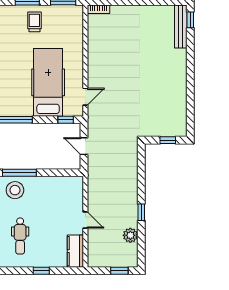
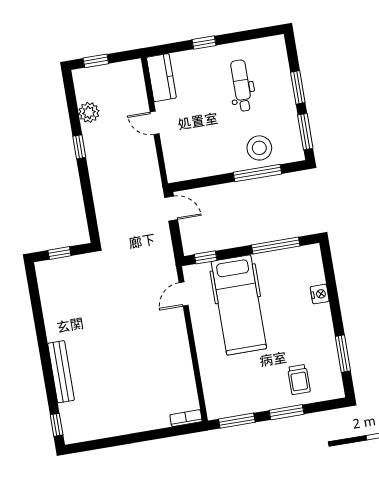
trolley: (34, 22) -> (299, 380), moved
bench: (181, 26) -> (61, 372), moved
door: (84, 146) -> (171, 209), moved

